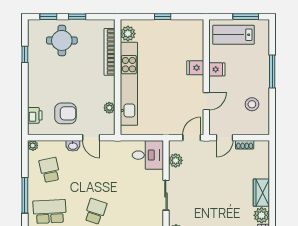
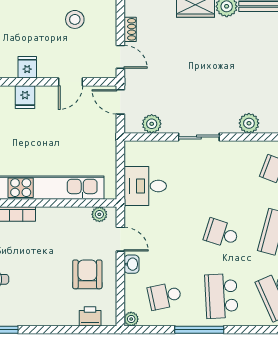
door: (206, 101) -> (71, 82), swing flipped
plant: (109, 108) -> (99, 214), moved
door: (91, 138) -> (120, 239), hinge flipped
desk: (148, 155) -> (145, 186), moved, turned -90

